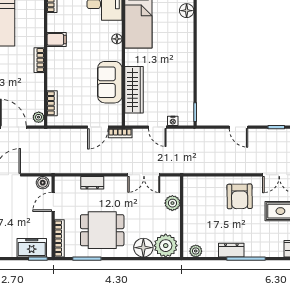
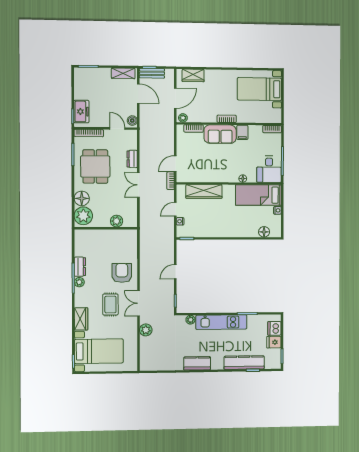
sofa: (110, 82) -> (220, 134), moved, turned 180
door: (98, 127) -> (175, 164), hinge flipped
double door: (144, 175) -> (138, 185), moved
armchair: (240, 196) -> (122, 273), turned 91
plant: (196, 251) -> (79, 282), moved

